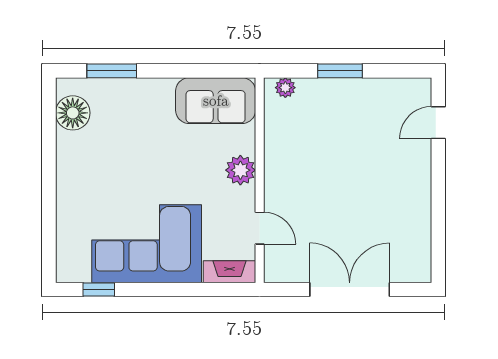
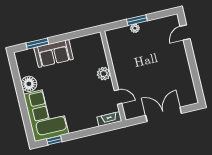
plant: (285, 88) -> (135, 28), moved
sofa: (216, 101) -> (54, 53), moved
floor lamp: (73, 113) -> (29, 84), moved
corner sofa: (147, 244) -> (46, 114), moved, turned 90

